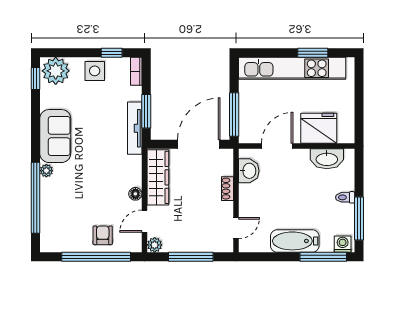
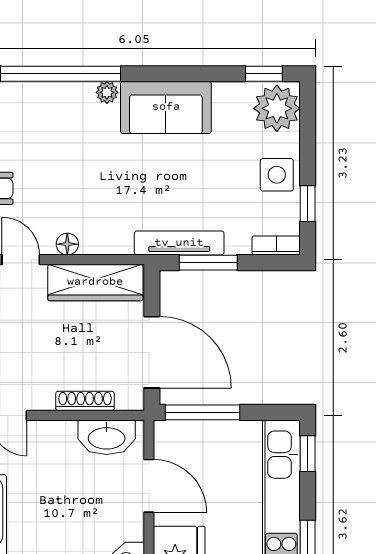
window: (258, 53) -> (308, 454), added
washbasin: (249, 171) -> (107, 437), width x1.38
shoe rack: (227, 189) -> (85, 401), width x1.43

